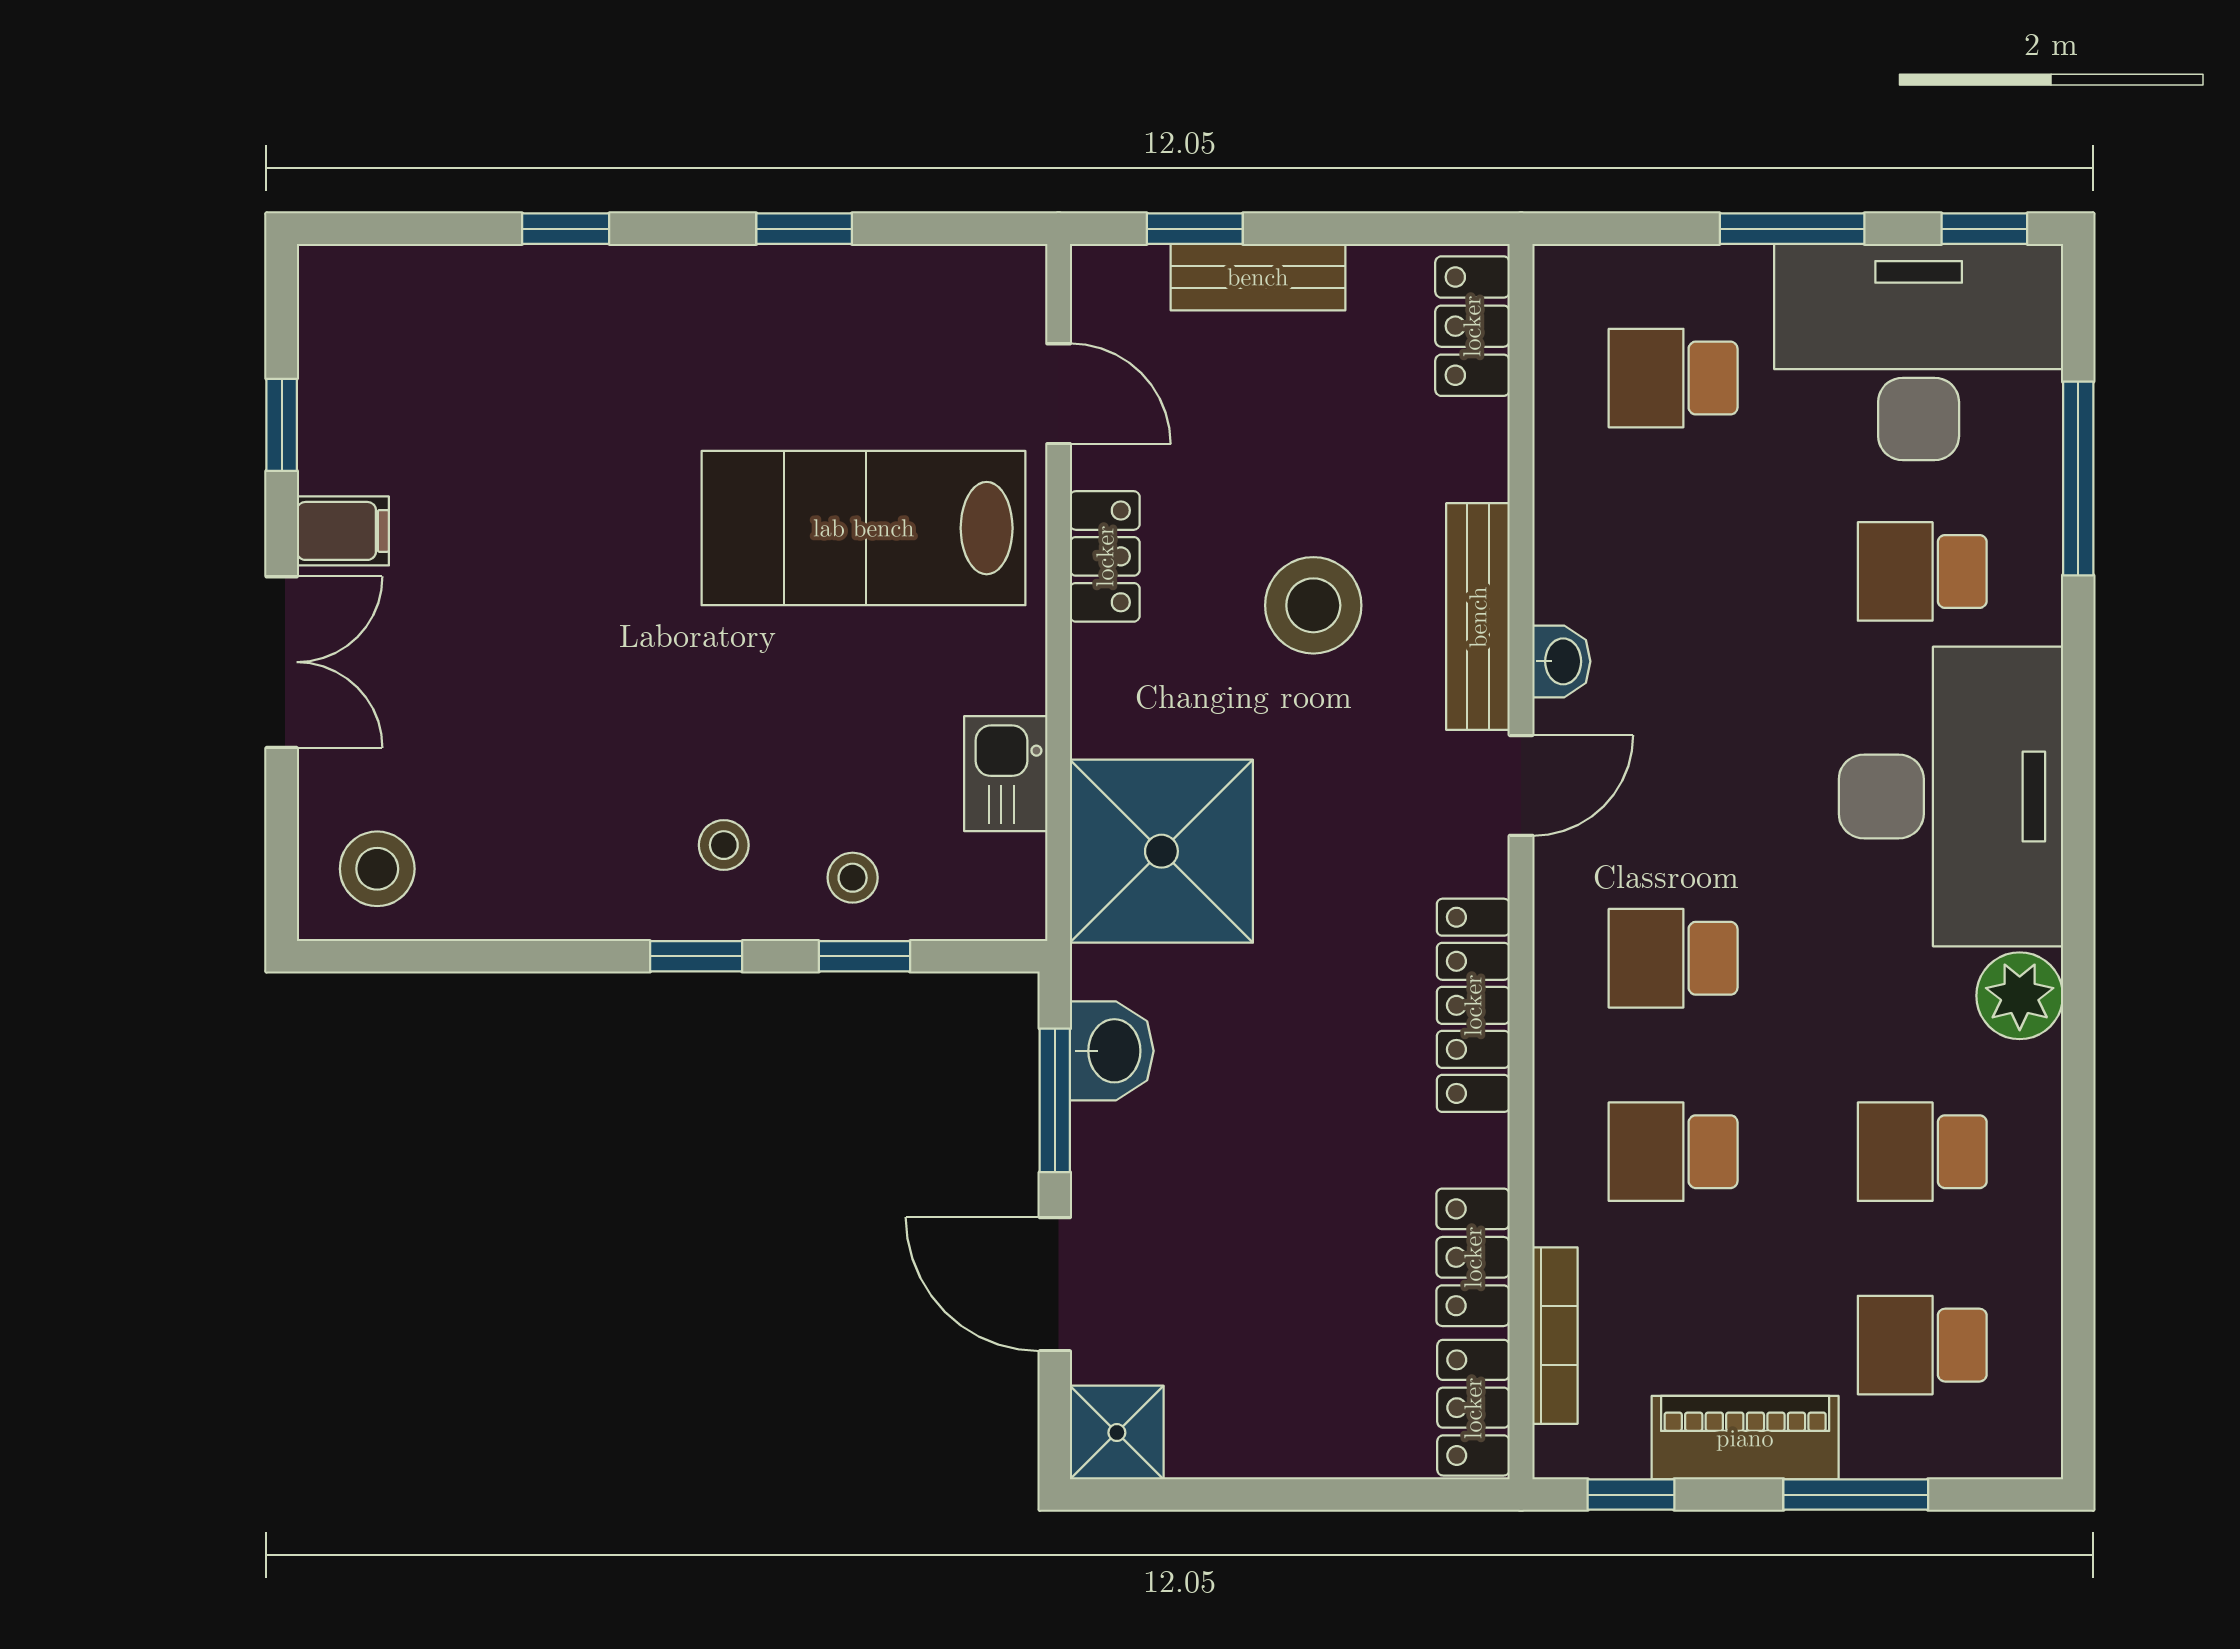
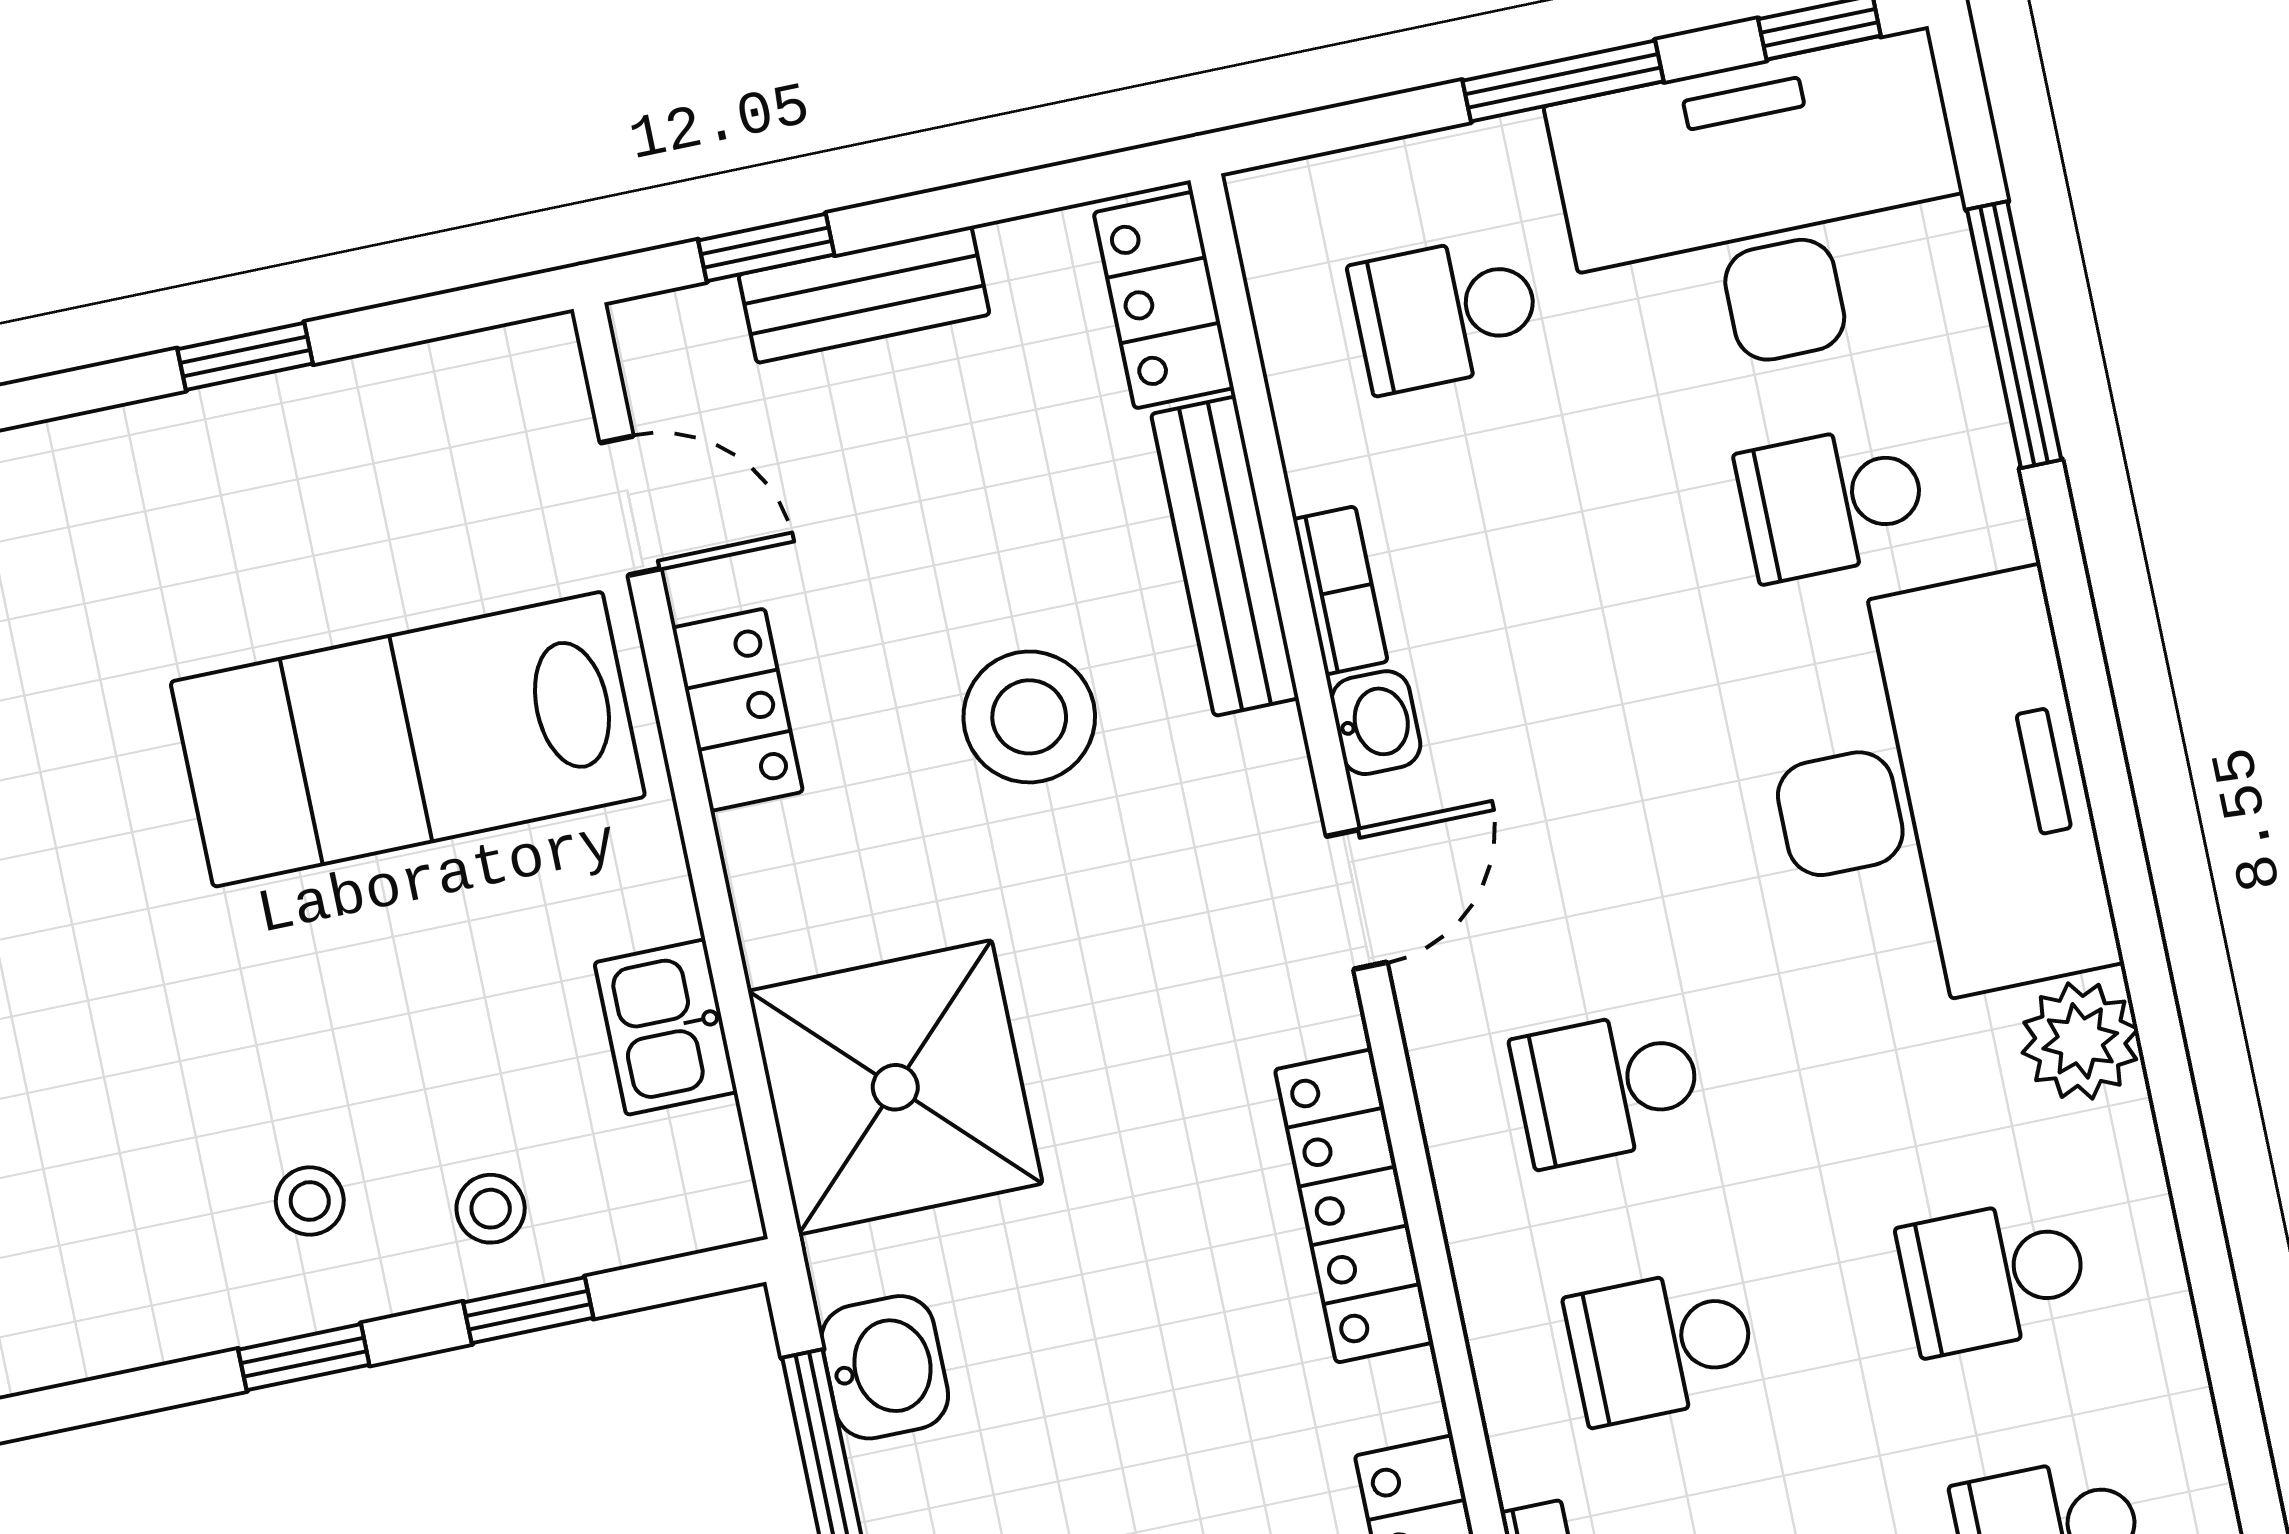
bookcase: (1556, 561) -> (1340, 590), added
bench: (1478, 617) -> (1225, 556), moved

